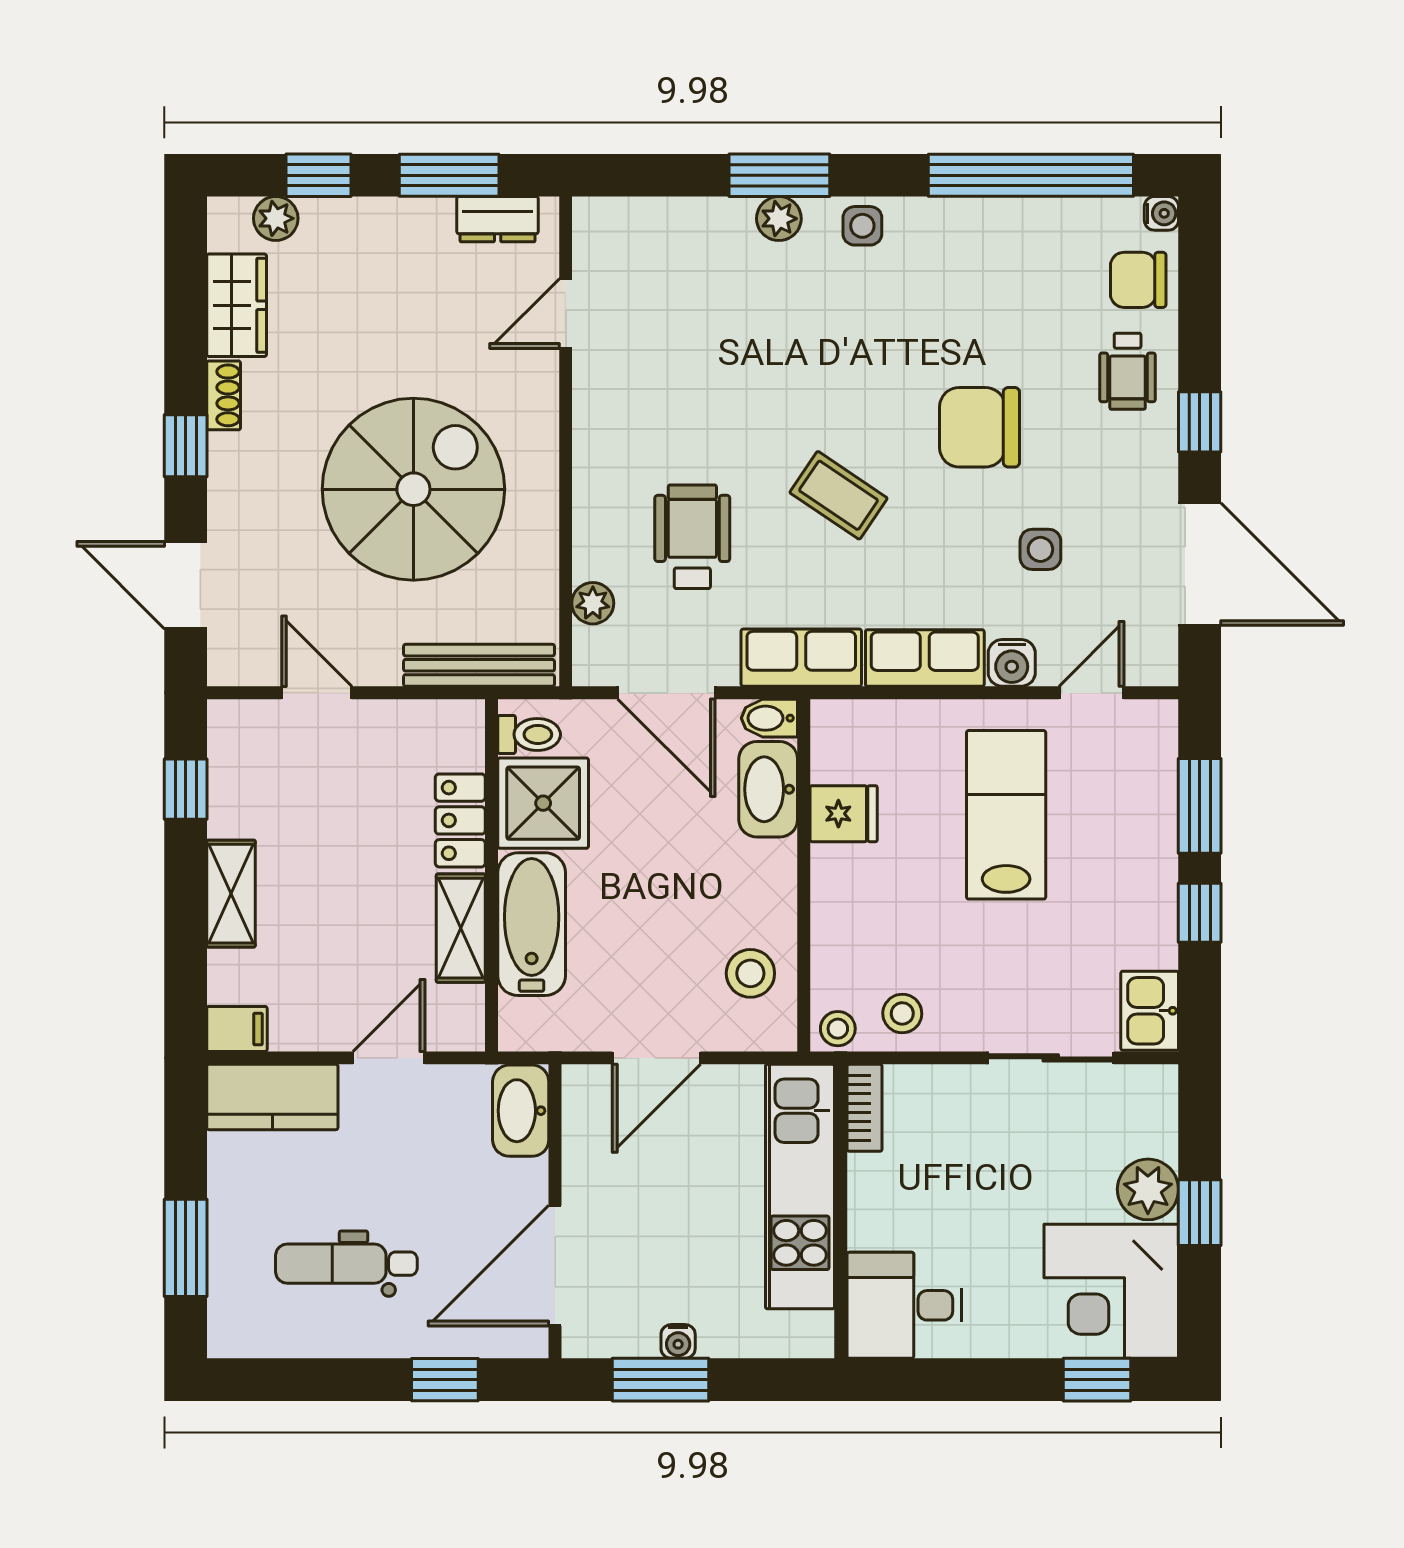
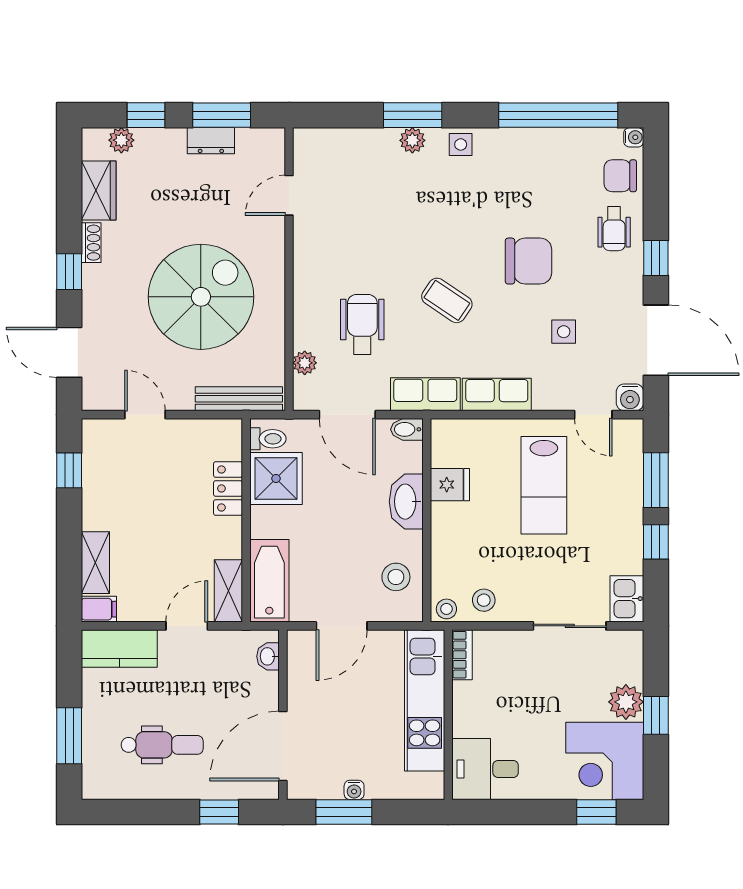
dresser: (498, 219) -> (211, 141), moved
chair: (980, 427) -> (528, 261), turned 180
water cooler: (1012, 663) -> (630, 397), moved
door: (1092, 693) -> (593, 415), swing flipped
washbasin: (768, 789) -> (406, 502), moved
lab bench: (1006, 815) -> (544, 485), turned 180
shelving: (231, 894) -> (95, 563), moved
bathtub: (532, 924) -> (269, 581), moved
shelving: (461, 928) -> (228, 591), moved
washbasin: (521, 1111) -> (268, 656), width x0.52, depth x0.69
dental chair: (346, 1264) -> (162, 745), turned 180

